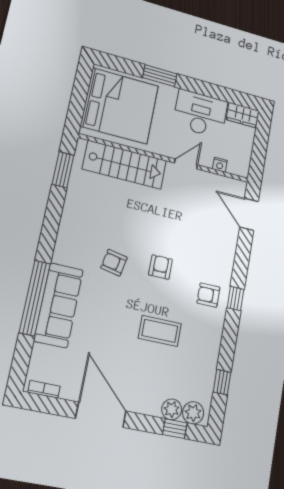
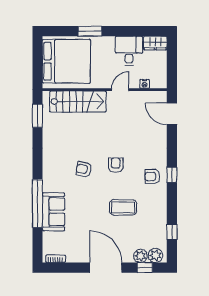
desk: (200, 114) -> (129, 51), width x0.73
sofa: (59, 305) -> (54, 212), width x0.73
door: (101, 415) -> (106, 268), moved

